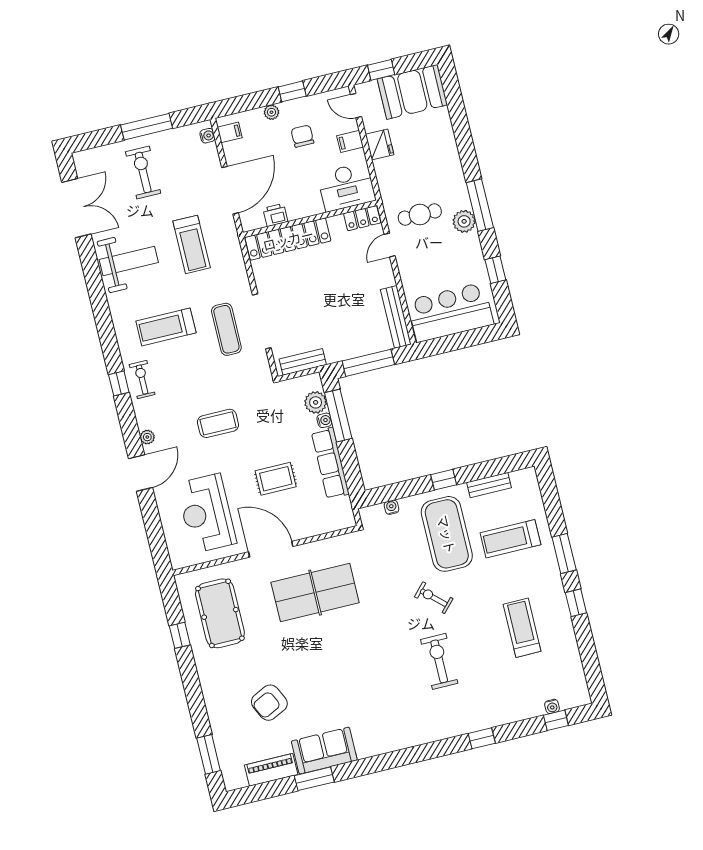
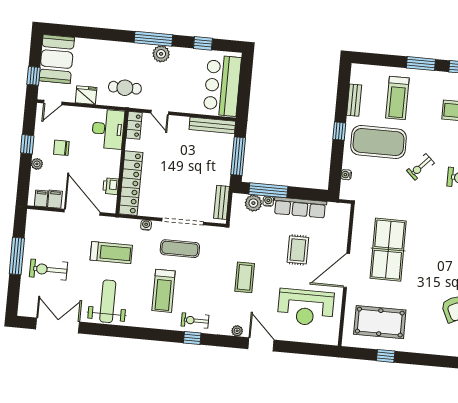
water cooler: (207, 136) -> (146, 225), moved
filing cabinet: (350, 141) -> (55, 199), moved, turned 180
cafe table: (420, 215) -> (125, 88), moved, turned 90

